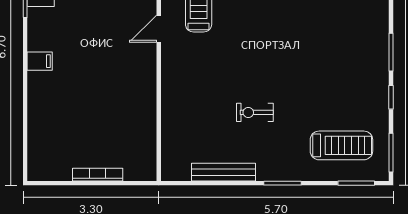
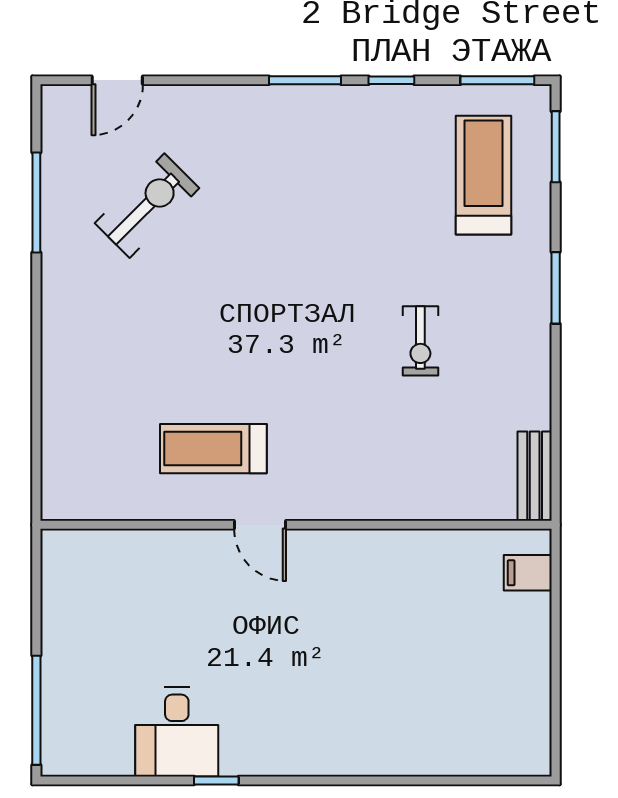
filing cabinet: (40, 61) -> (528, 573), moved, turned -90
bench: (223, 172) -> (535, 476), moved, width x0.73
bookcase: (98, 175) -> (539, 642), removed

